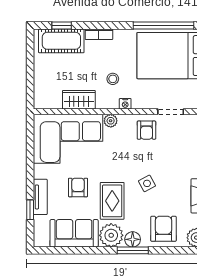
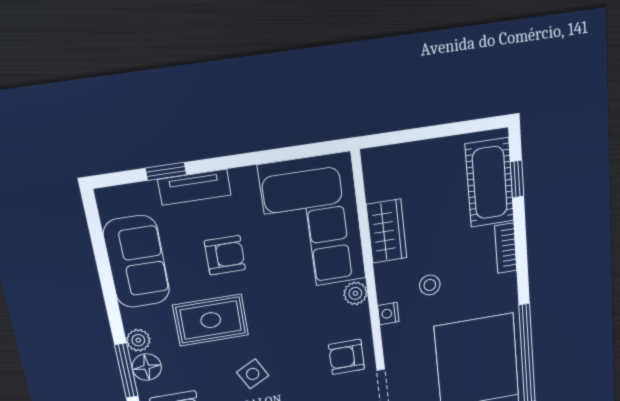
plant: (111, 235) -> (138, 340), width x0.53, depth x0.53

